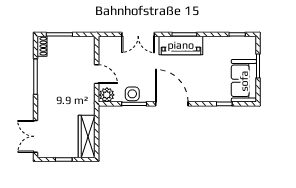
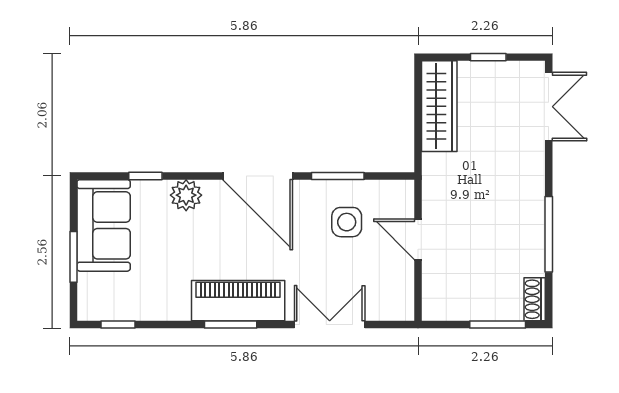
side table: (132, 94) -> (347, 222), moved
plant: (107, 95) -> (186, 195), moved

